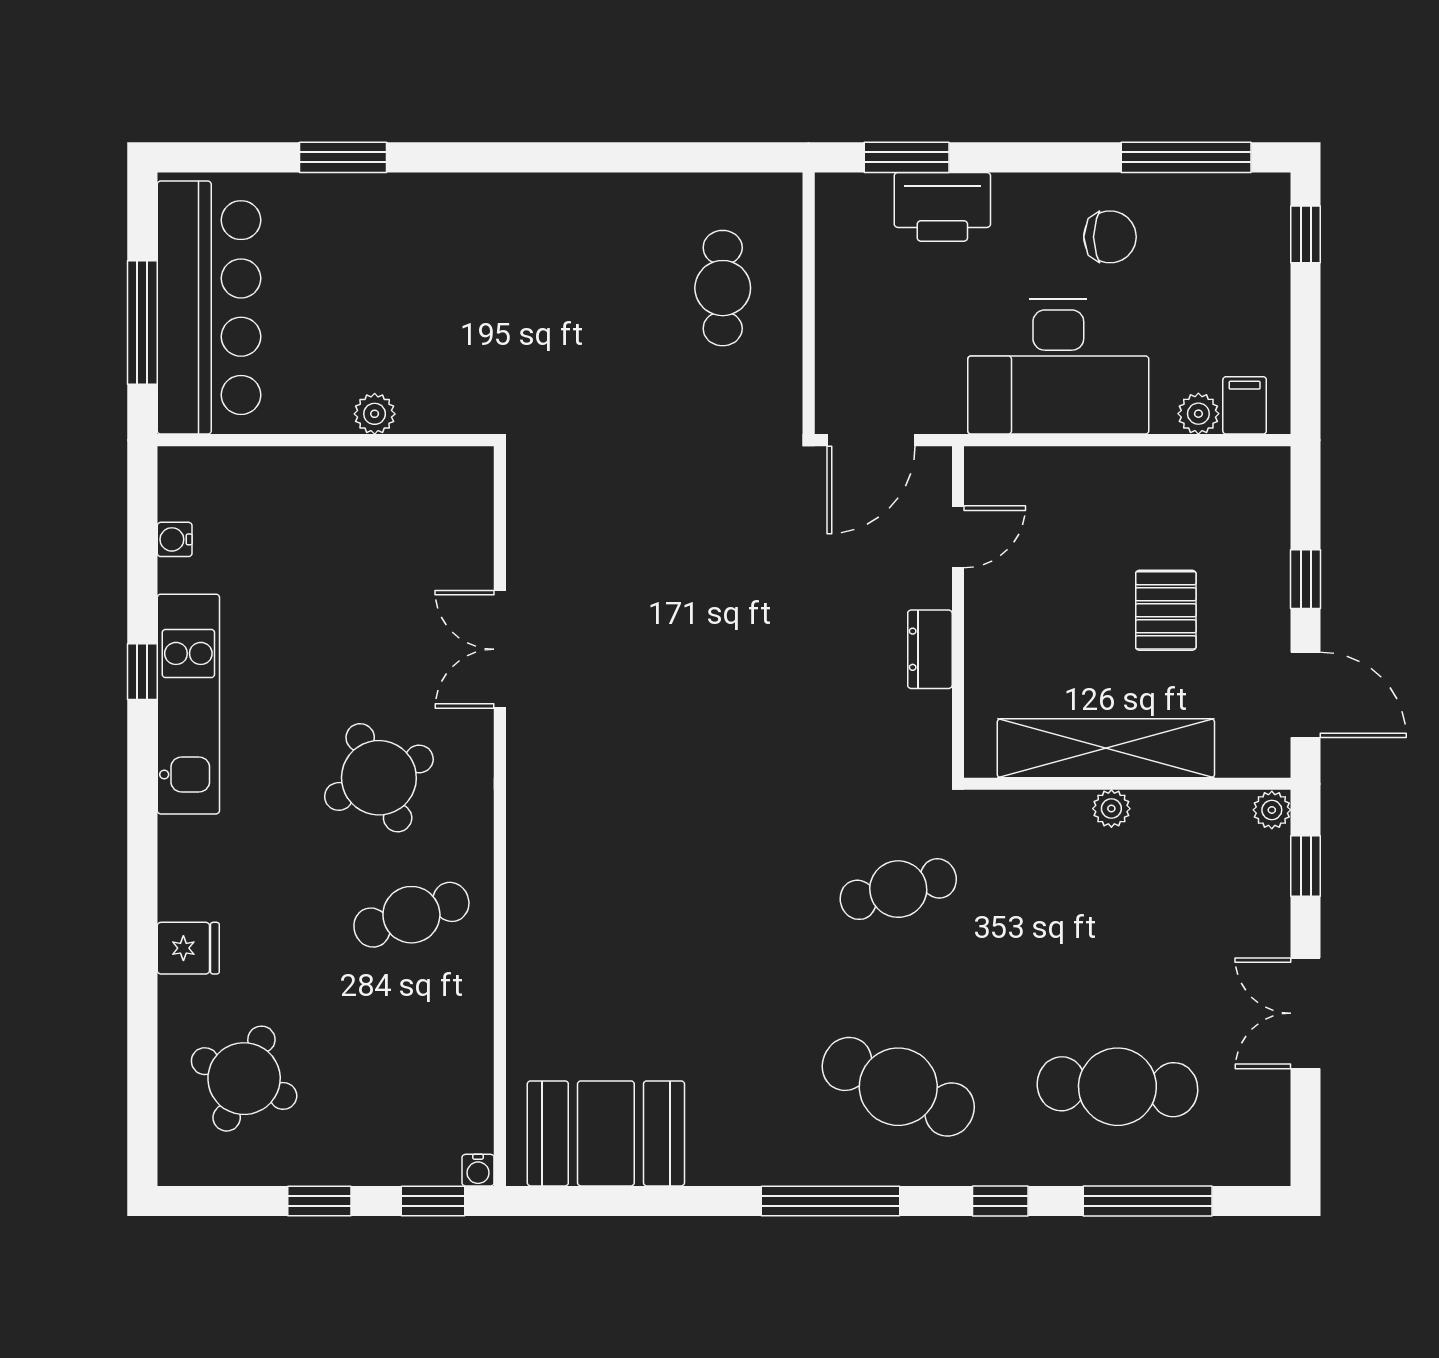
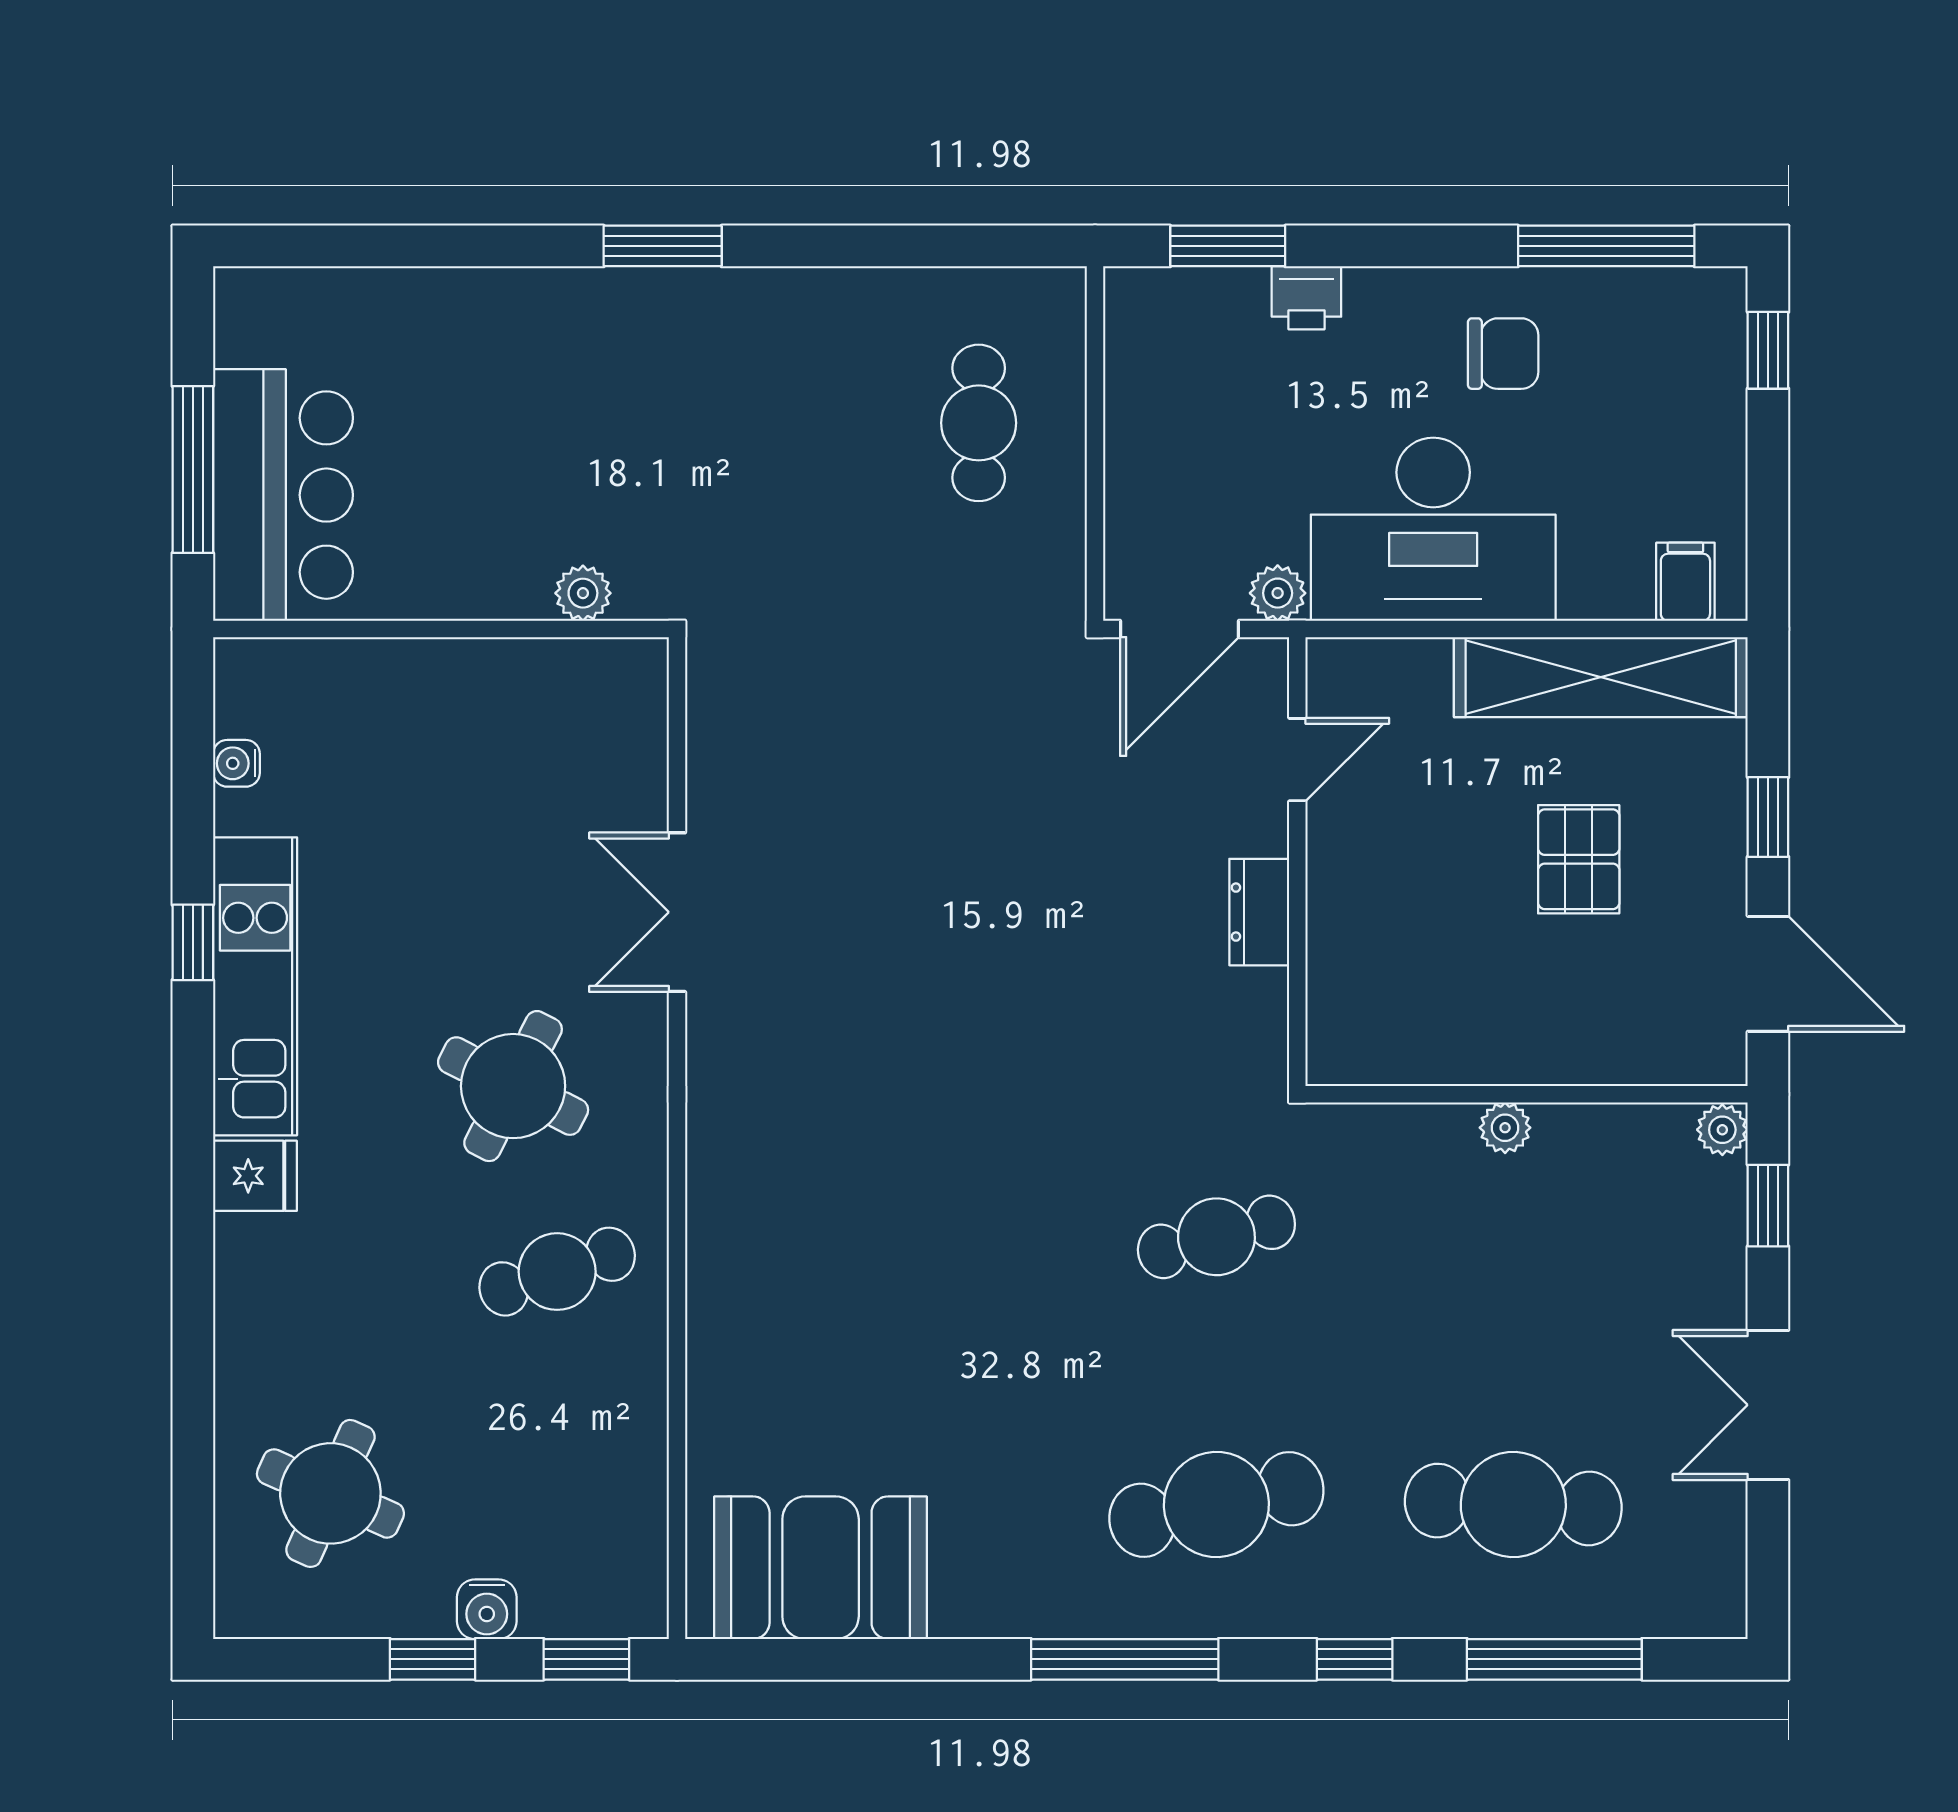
window: (343, 157) -> (663, 246), moved
printer: (942, 207) -> (1306, 298), width x0.53, depth x0.68
bar counter: (209, 308) -> (283, 495), width x0.73
plant: (375, 414) -> (583, 593), moved
plant: (1198, 414) -> (1278, 593), moved
shelving: (1106, 748) -> (1601, 677), moved
round table: (379, 778) -> (513, 1086), turned -38
fridge: (188, 948) -> (255, 1176), moved
cafe table: (898, 1087) -> (1216, 1505), turned -36
water cooler: (478, 1170) -> (487, 1609), moved, width x1.38, depth x1.38

